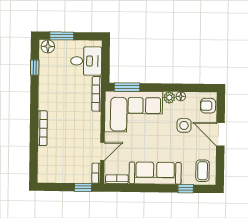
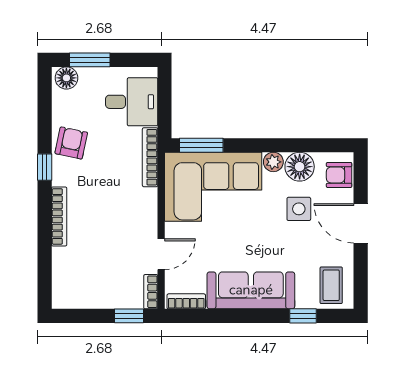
window: (35, 68) -> (45, 167), moved
armchair: (50, 85) -> (71, 143), added
floor lamp: (181, 96) -> (300, 167), width x1.89, depth x1.89

